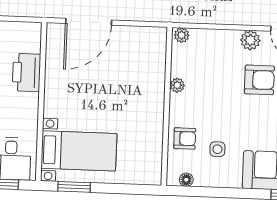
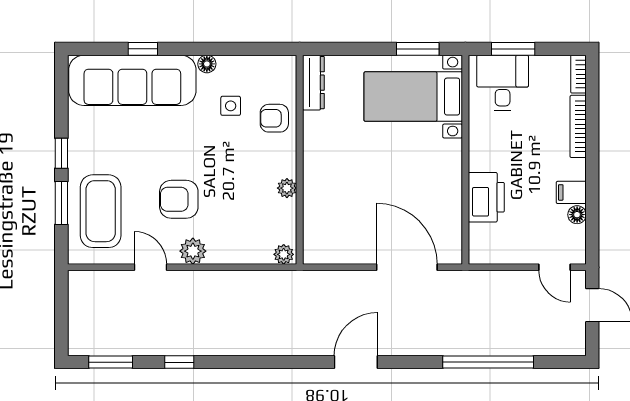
door: (89, 22) -> (407, 267), hinge flipped
dresser: (154, 164) -> (313, 83), added
floor lamp: (186, 180) -> (207, 64), moved

